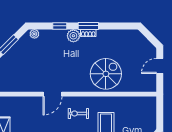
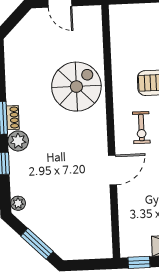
spiral stairs: (106, 74) -> (76, 87), turned 90
door: (52, 94) -> (113, 170), hinge flipped

